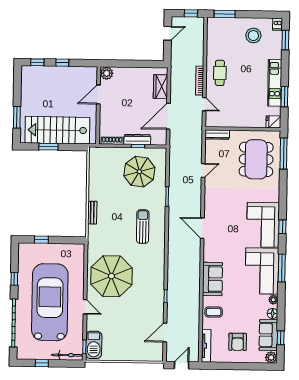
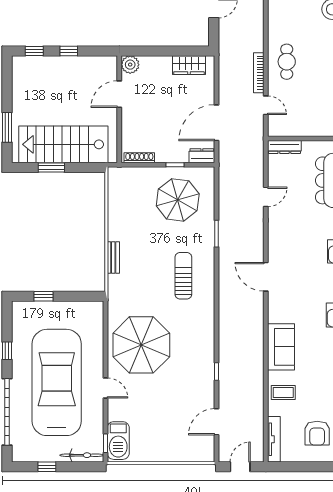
wardrobe: (161, 87) -> (189, 65), moved, turned -90
dresser: (137, 140) -> (202, 156), moved, width x0.70

